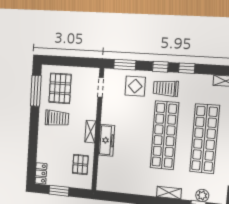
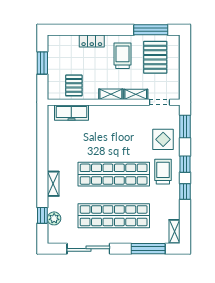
pallet: (60, 88) -> (155, 57), turned 90
shelving: (92, 109) -> (136, 94), added
trolley: (57, 118) -> (123, 56), turned 180
freezer: (107, 140) -> (71, 113), moved
pallet: (80, 165) -> (74, 85), turned 90
locker: (41, 173) -> (92, 41), moved

